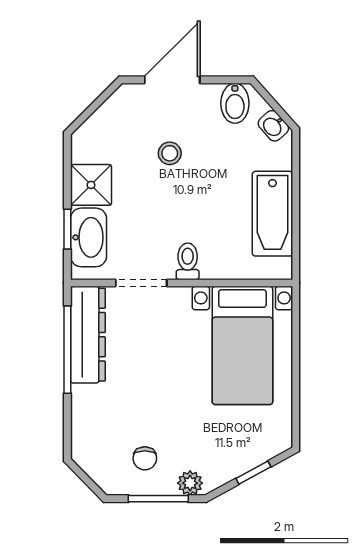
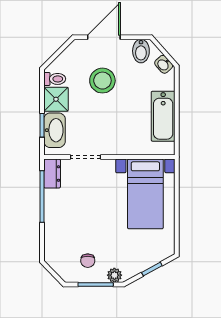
stool: (170, 153) -> (102, 81), width x1.89, depth x1.89
toilet: (188, 261) -> (55, 79), moved, turned 90
dresser: (88, 335) -> (52, 174), width x0.51, depth x0.80

